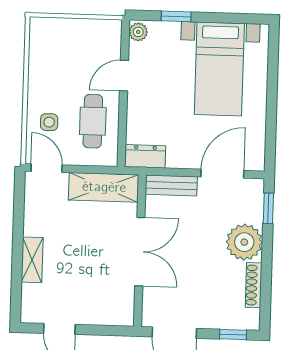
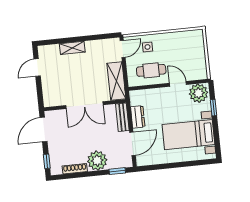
plant: (138, 32) -> (199, 93), width x1.88, depth x1.88
dresser: (145, 156) -> (138, 117), moved
door: (222, 174) -> (132, 144), hinge flipped

